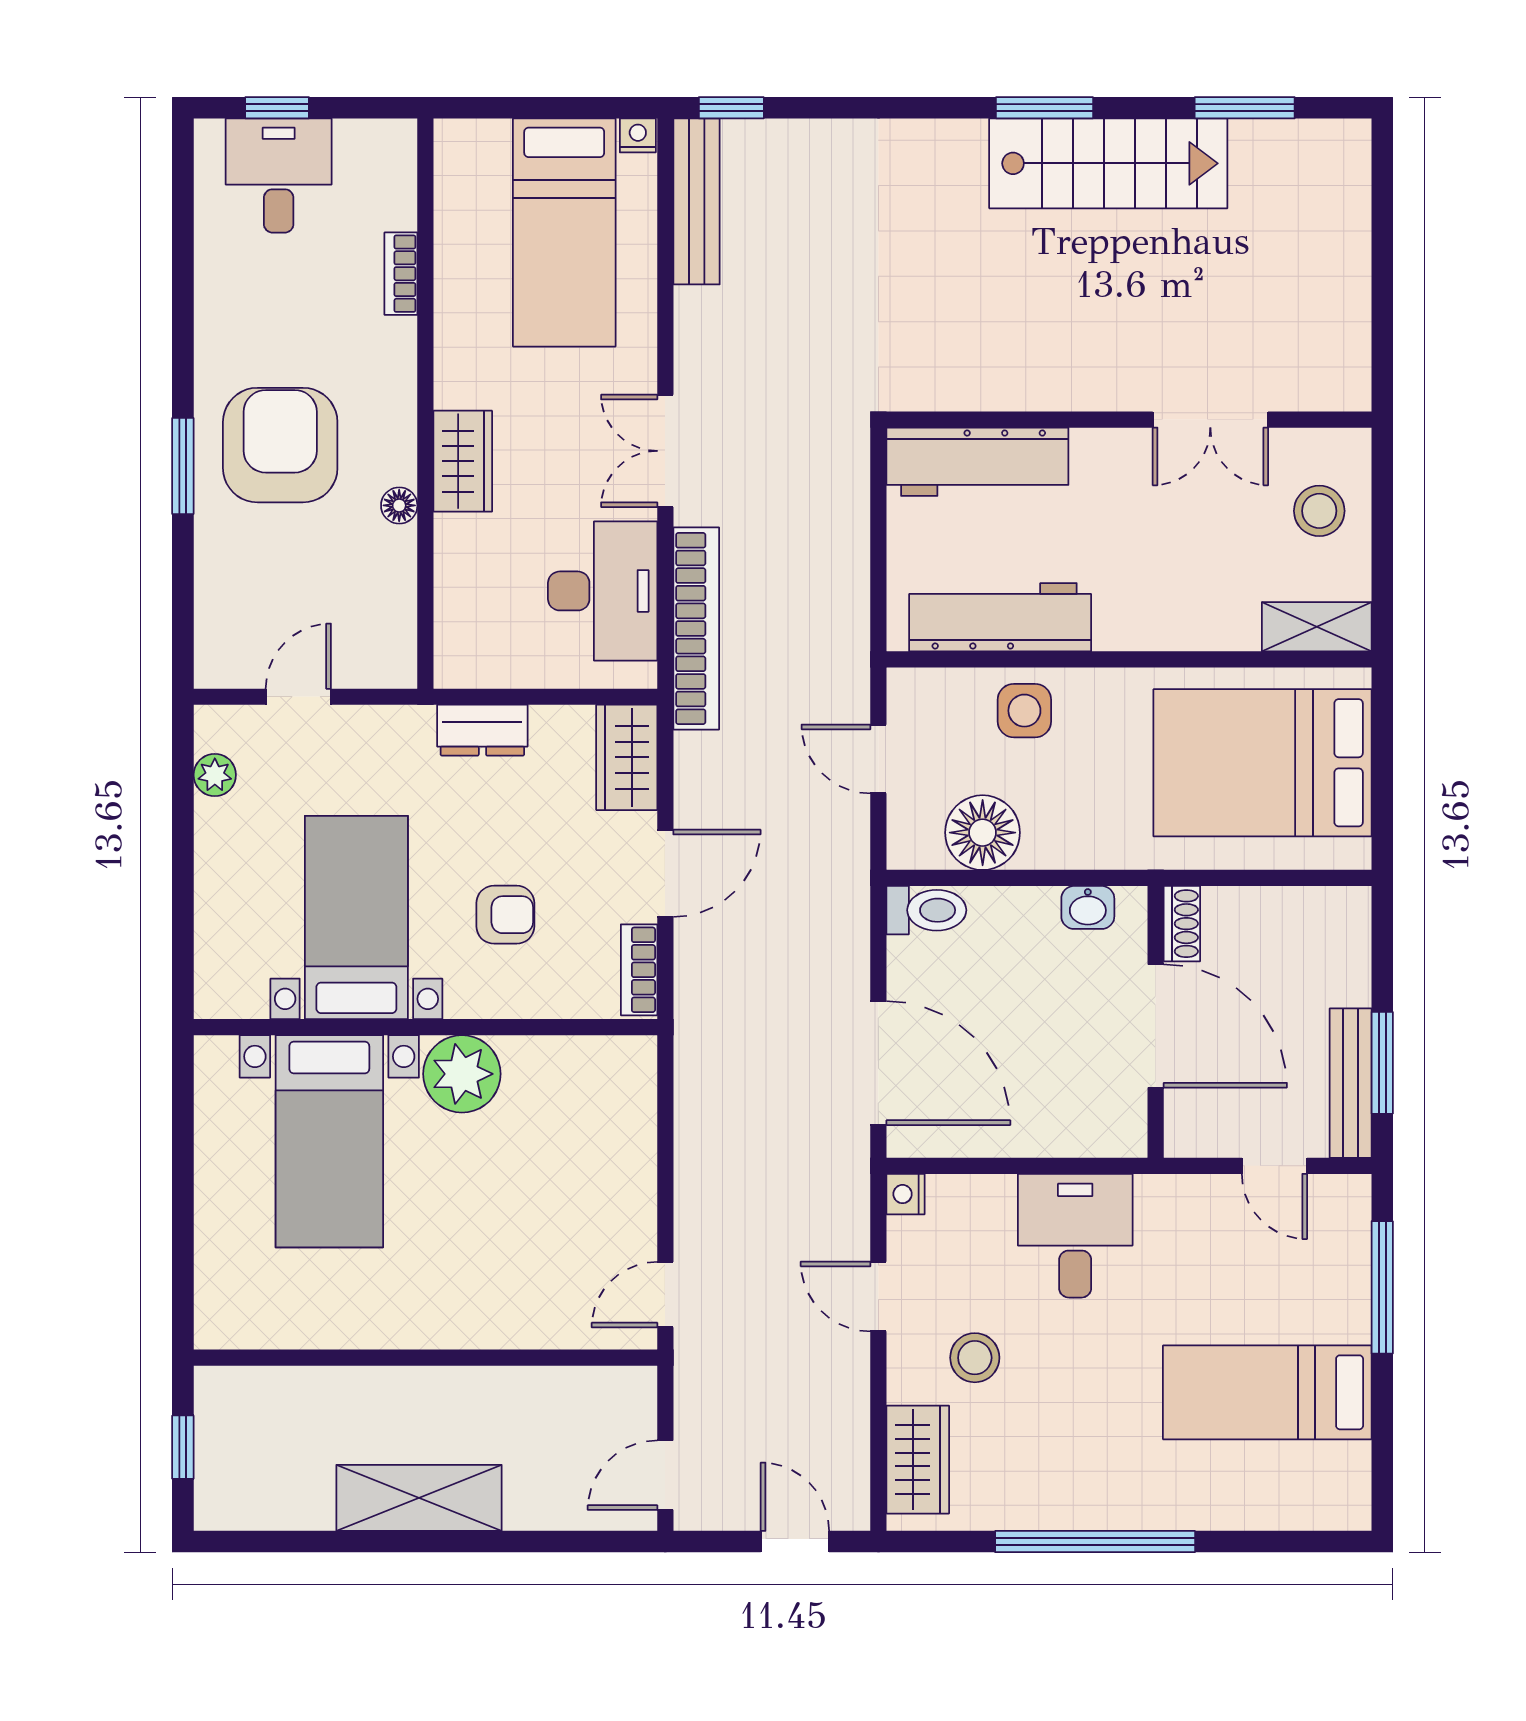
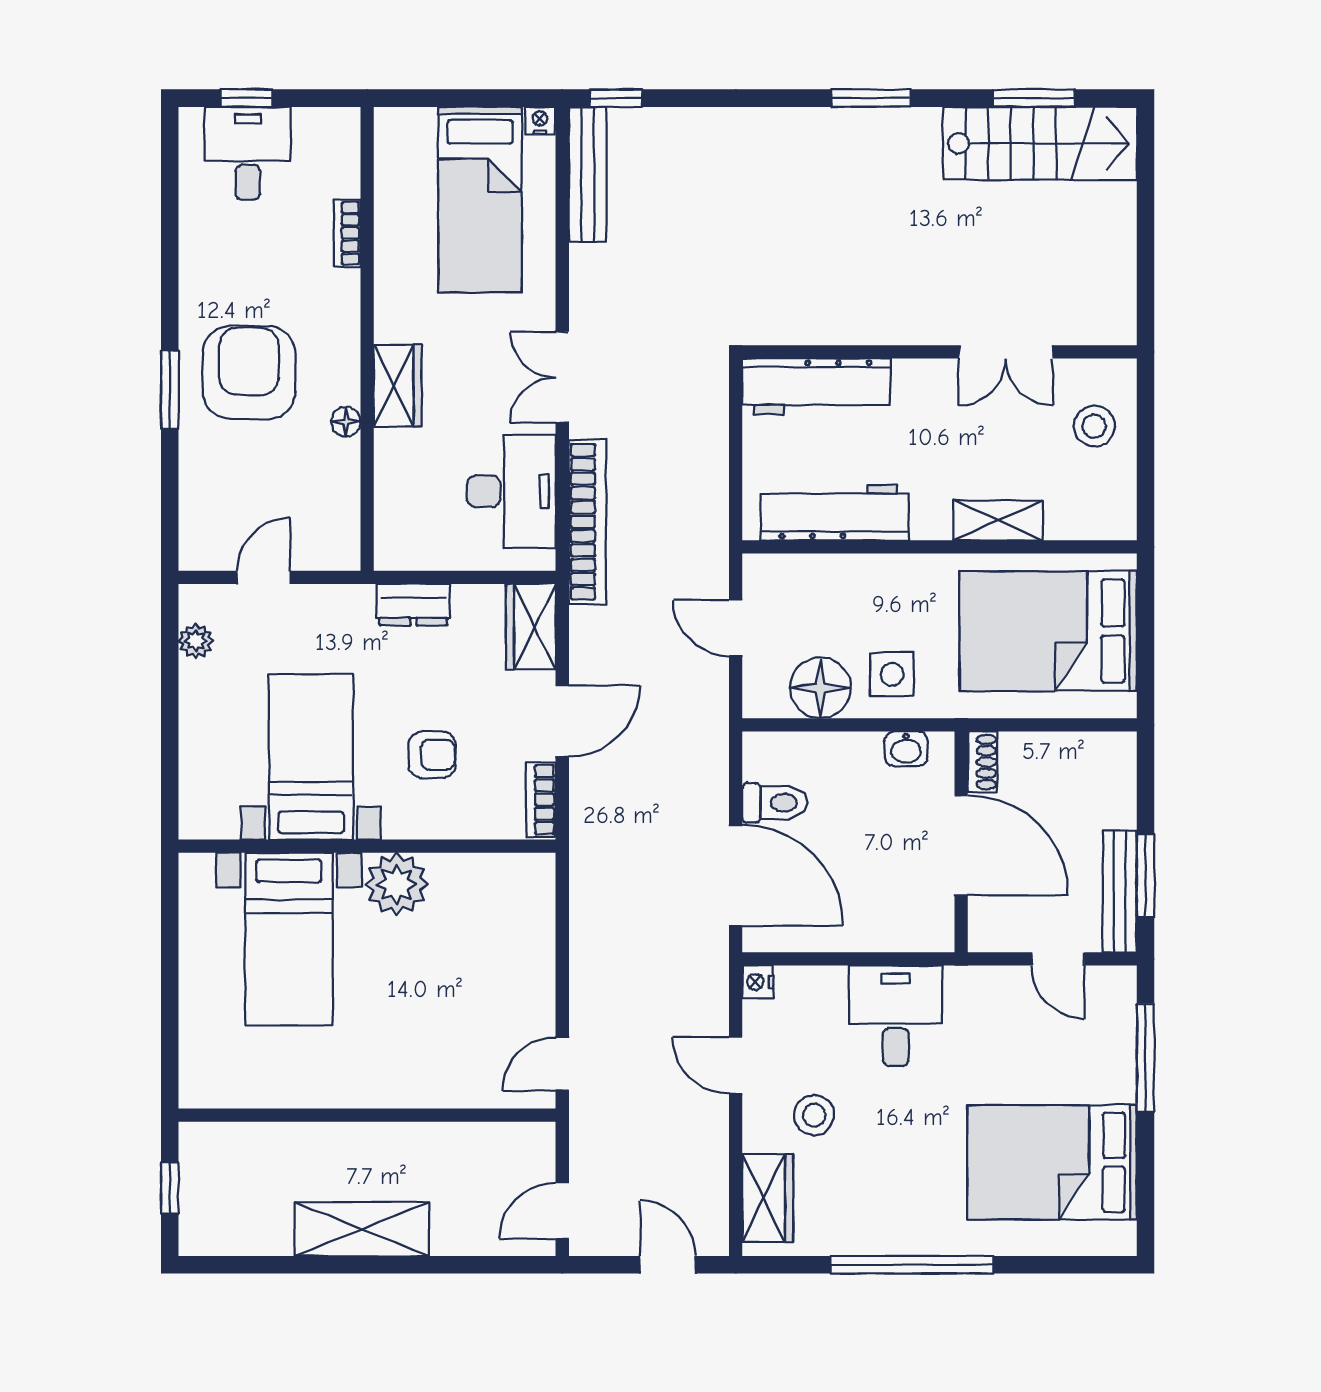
stairs: (1108, 163) -> (1040, 143), moved
shelving: (1317, 627) -> (998, 520), moved
side table: (1024, 711) -> (892, 674), moved
toilet: (926, 910) -> (775, 803), moved
bed: (1267, 1392) -> (1052, 1162), width x1.50

